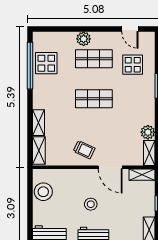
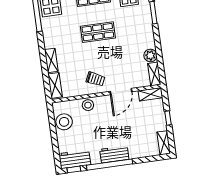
door: (110, 167) -> (121, 92), hinge flipped
stool: (91, 204) -> (88, 105), moved

